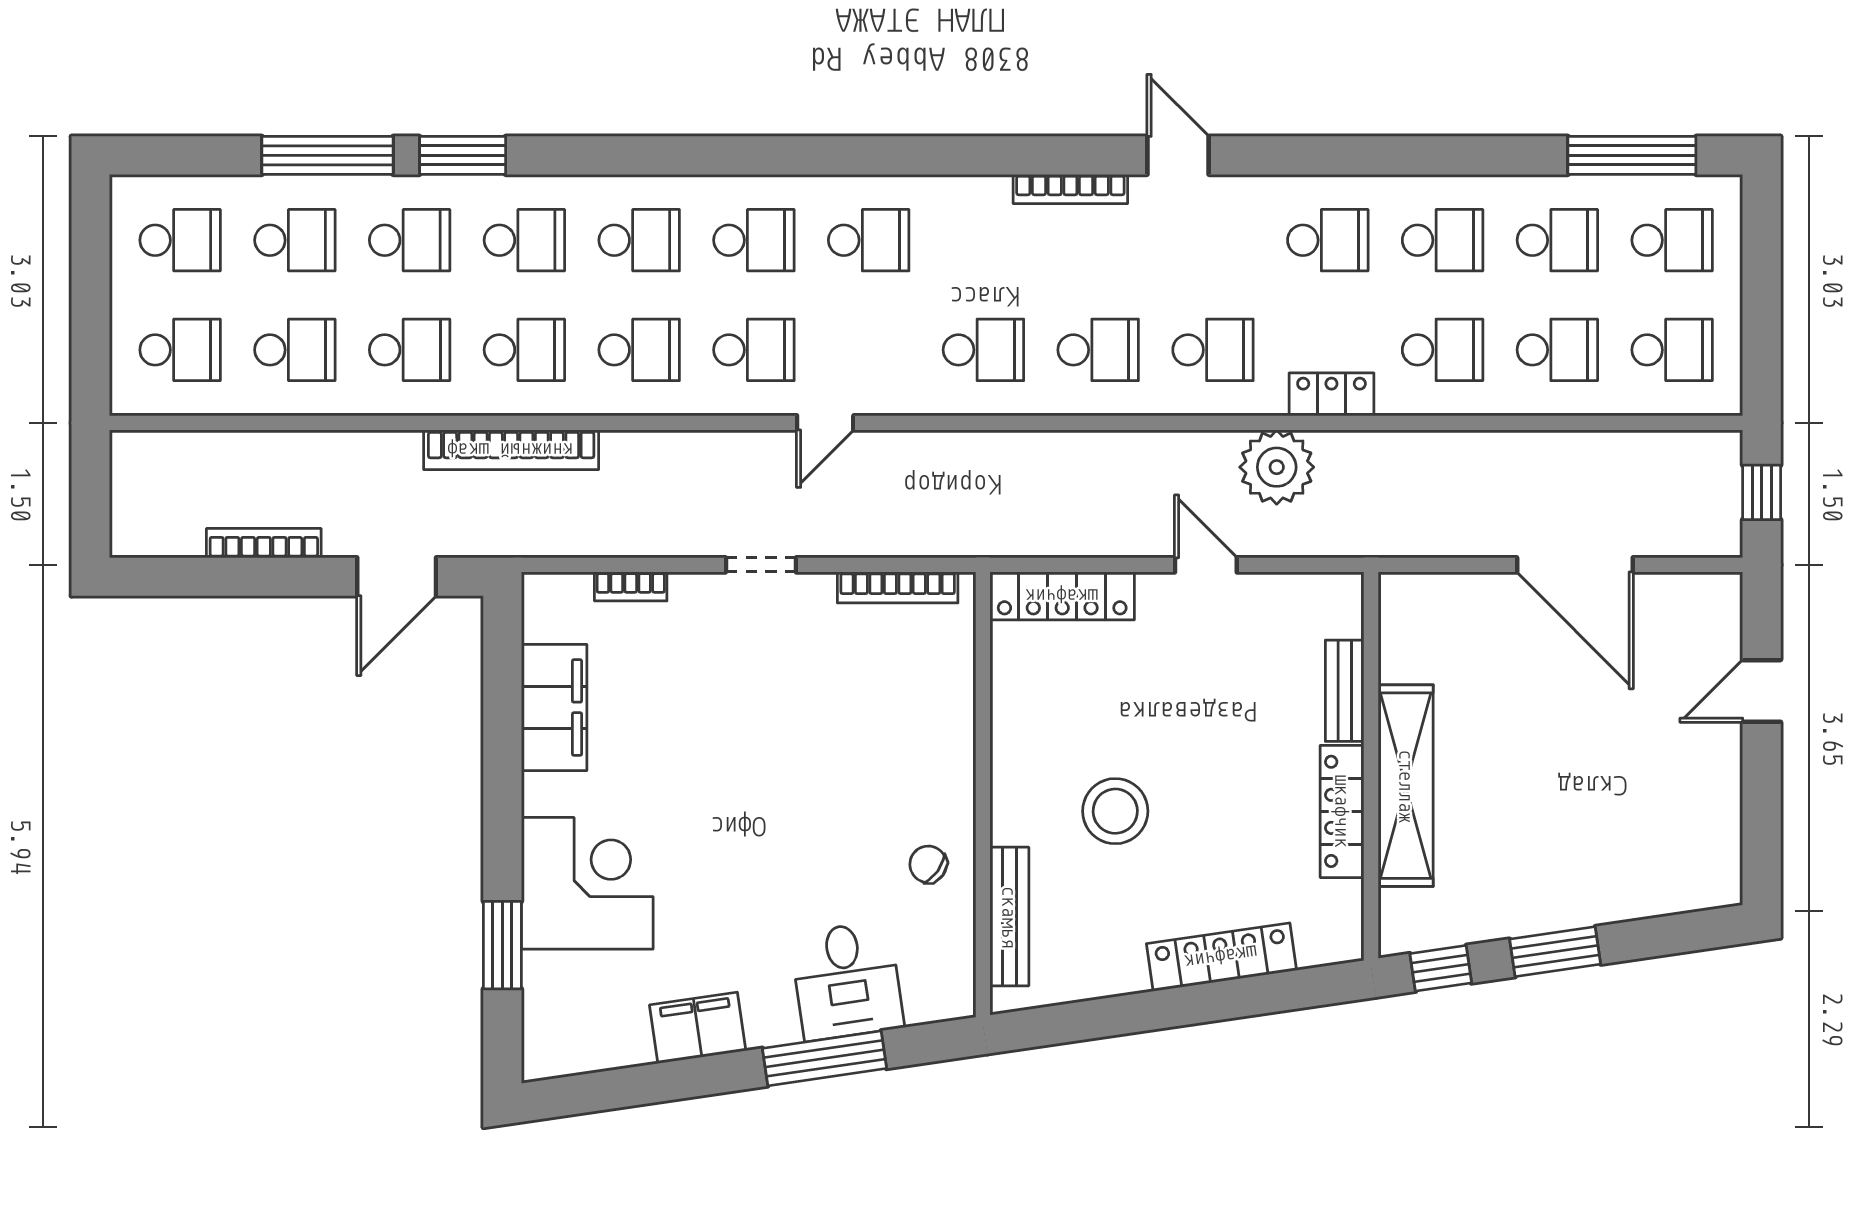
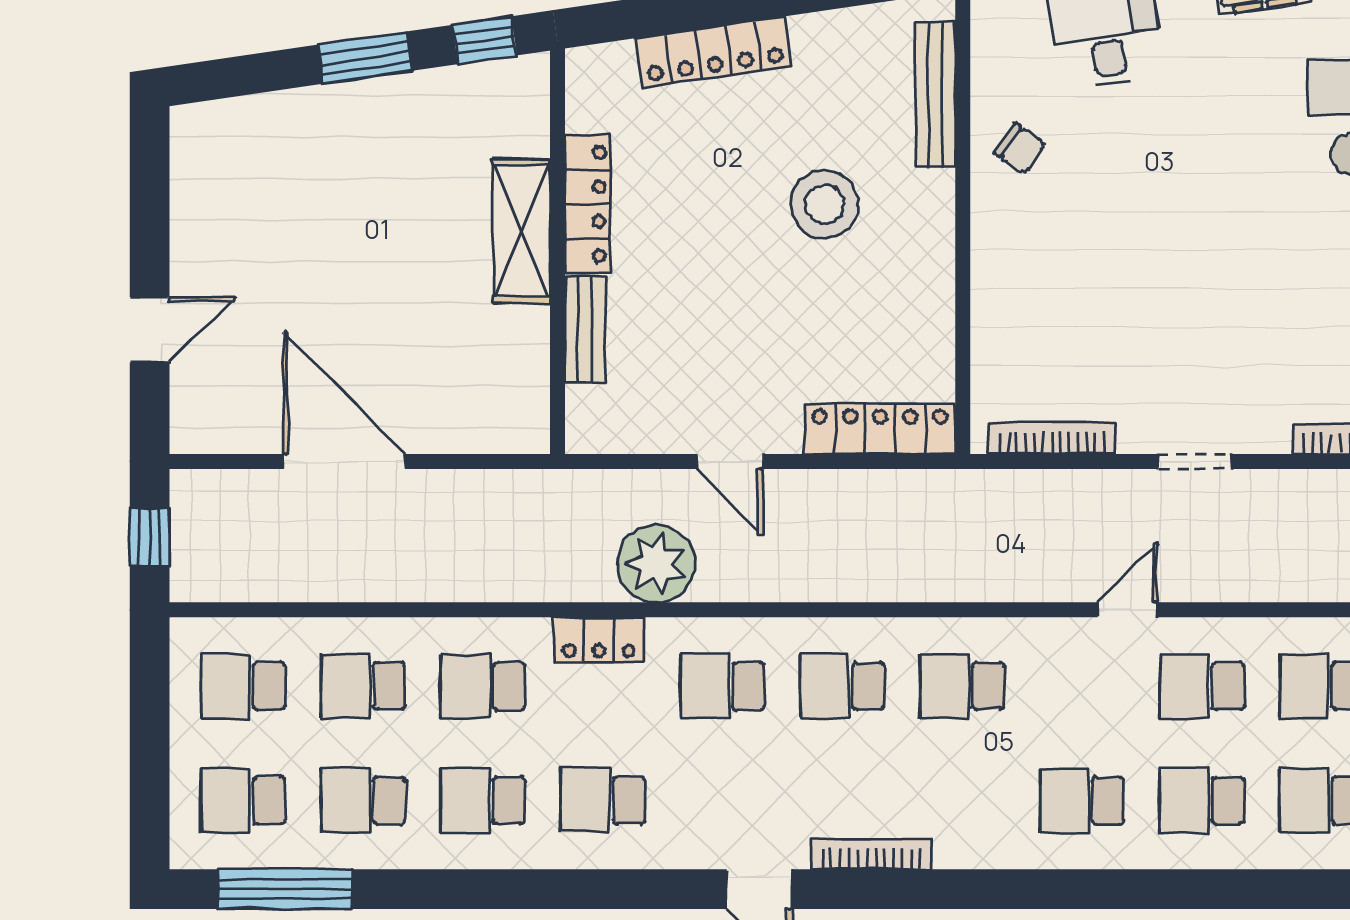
shelving: (1406, 786) -> (521, 231), width x0.68

